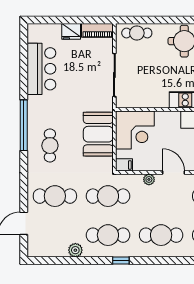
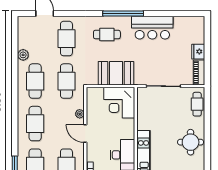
bar counter: (41, 69) -> (152, 28), moved
filing cabinet: (124, 165) -> (91, 94), removed
door: (173, 173) -> (85, 134), swing flipped
window: (121, 261) -> (15, 91), removed

